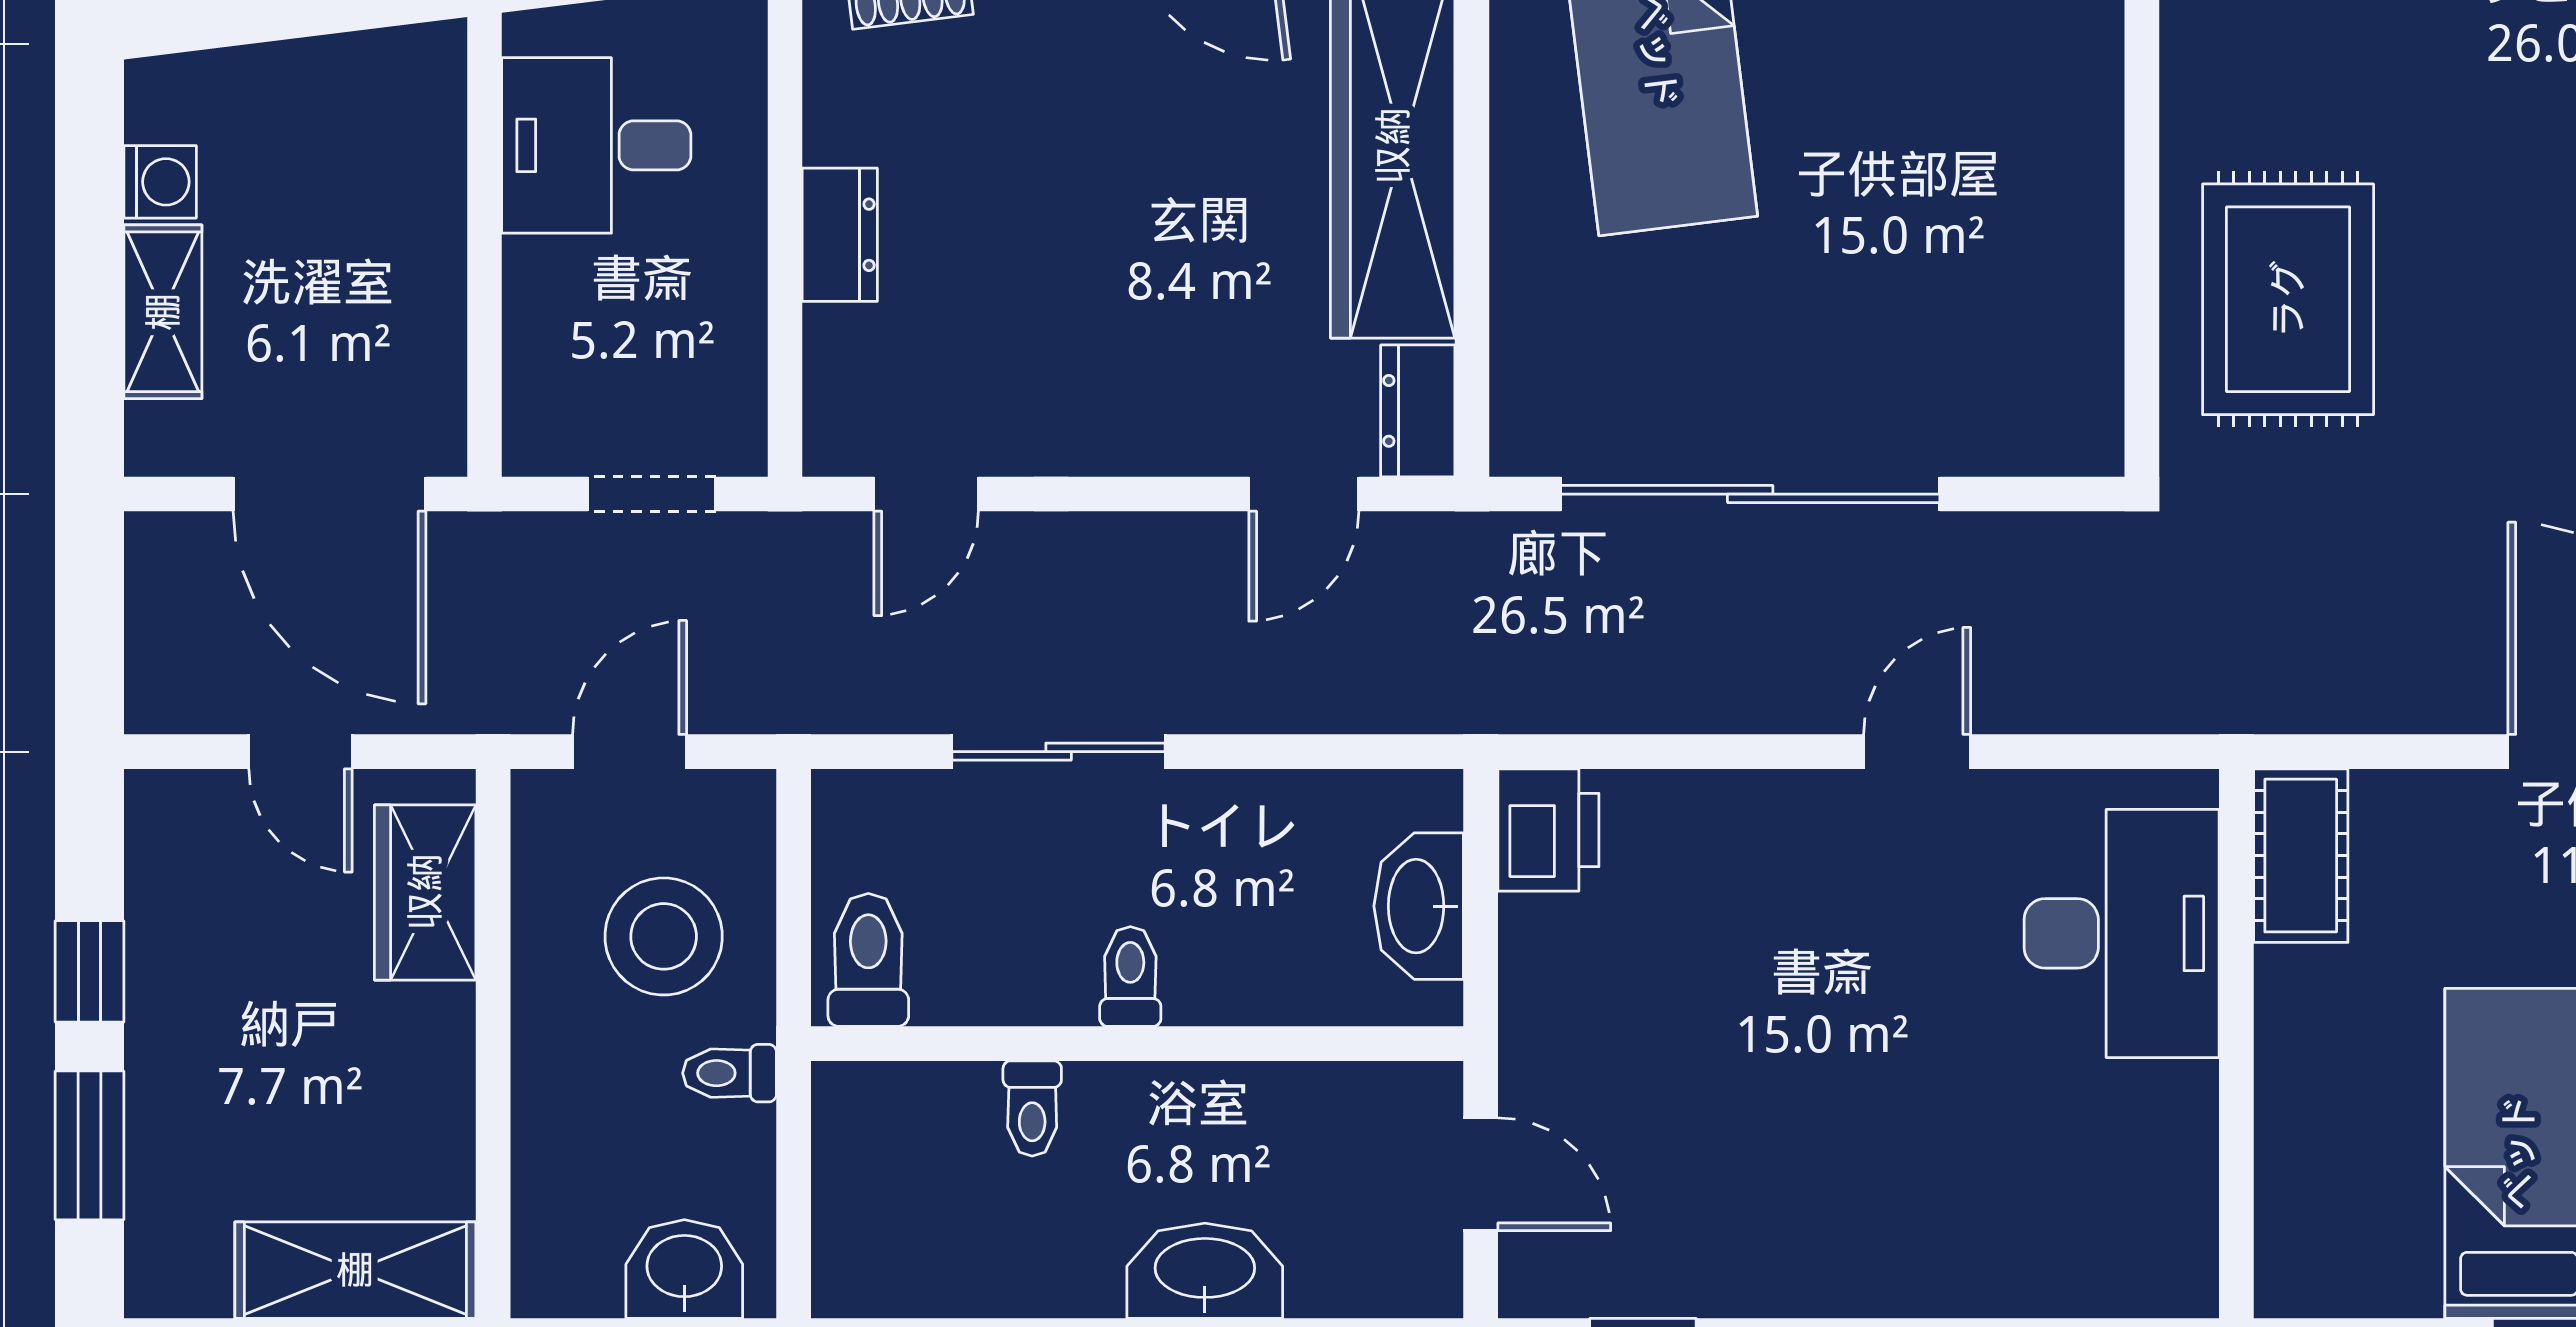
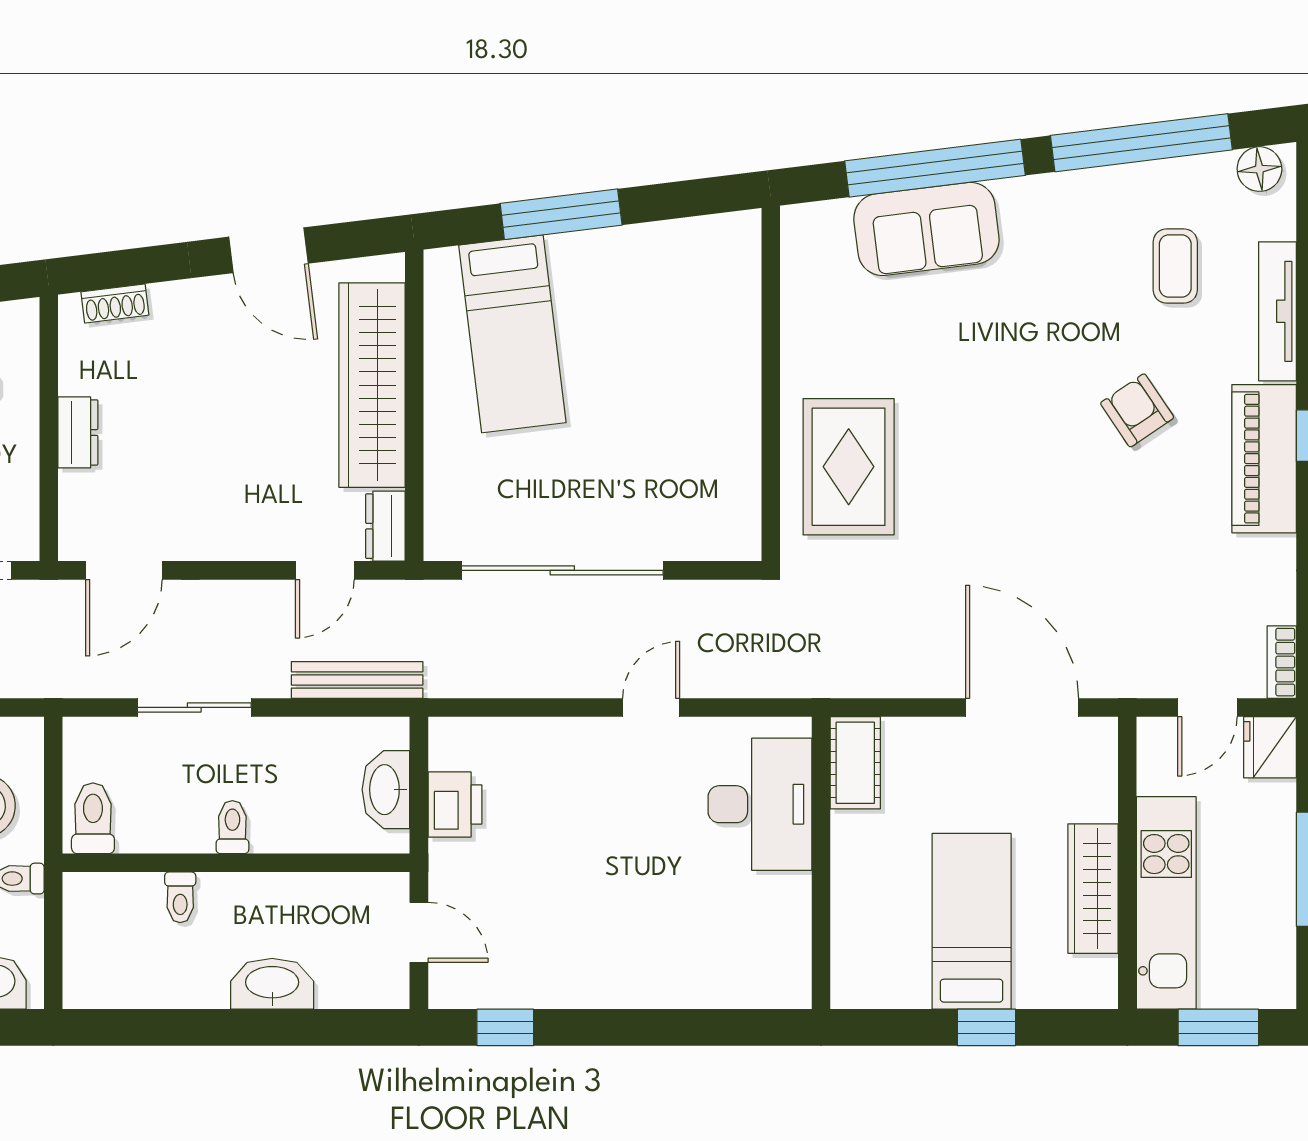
door: (926, 494) -> (124, 570), width x1.38
bench: (1364, 700) -> (357, 680), added
printer: (1548, 830) -> (455, 804), moved

